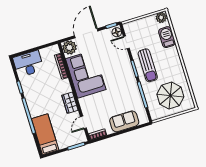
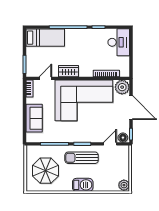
barbecue: (167, 37) -> (83, 185), moved
corner sofa: (86, 74) -> (84, 100), width x1.36, depth x1.36
door: (83, 122) -> (45, 78), hinge flipped

